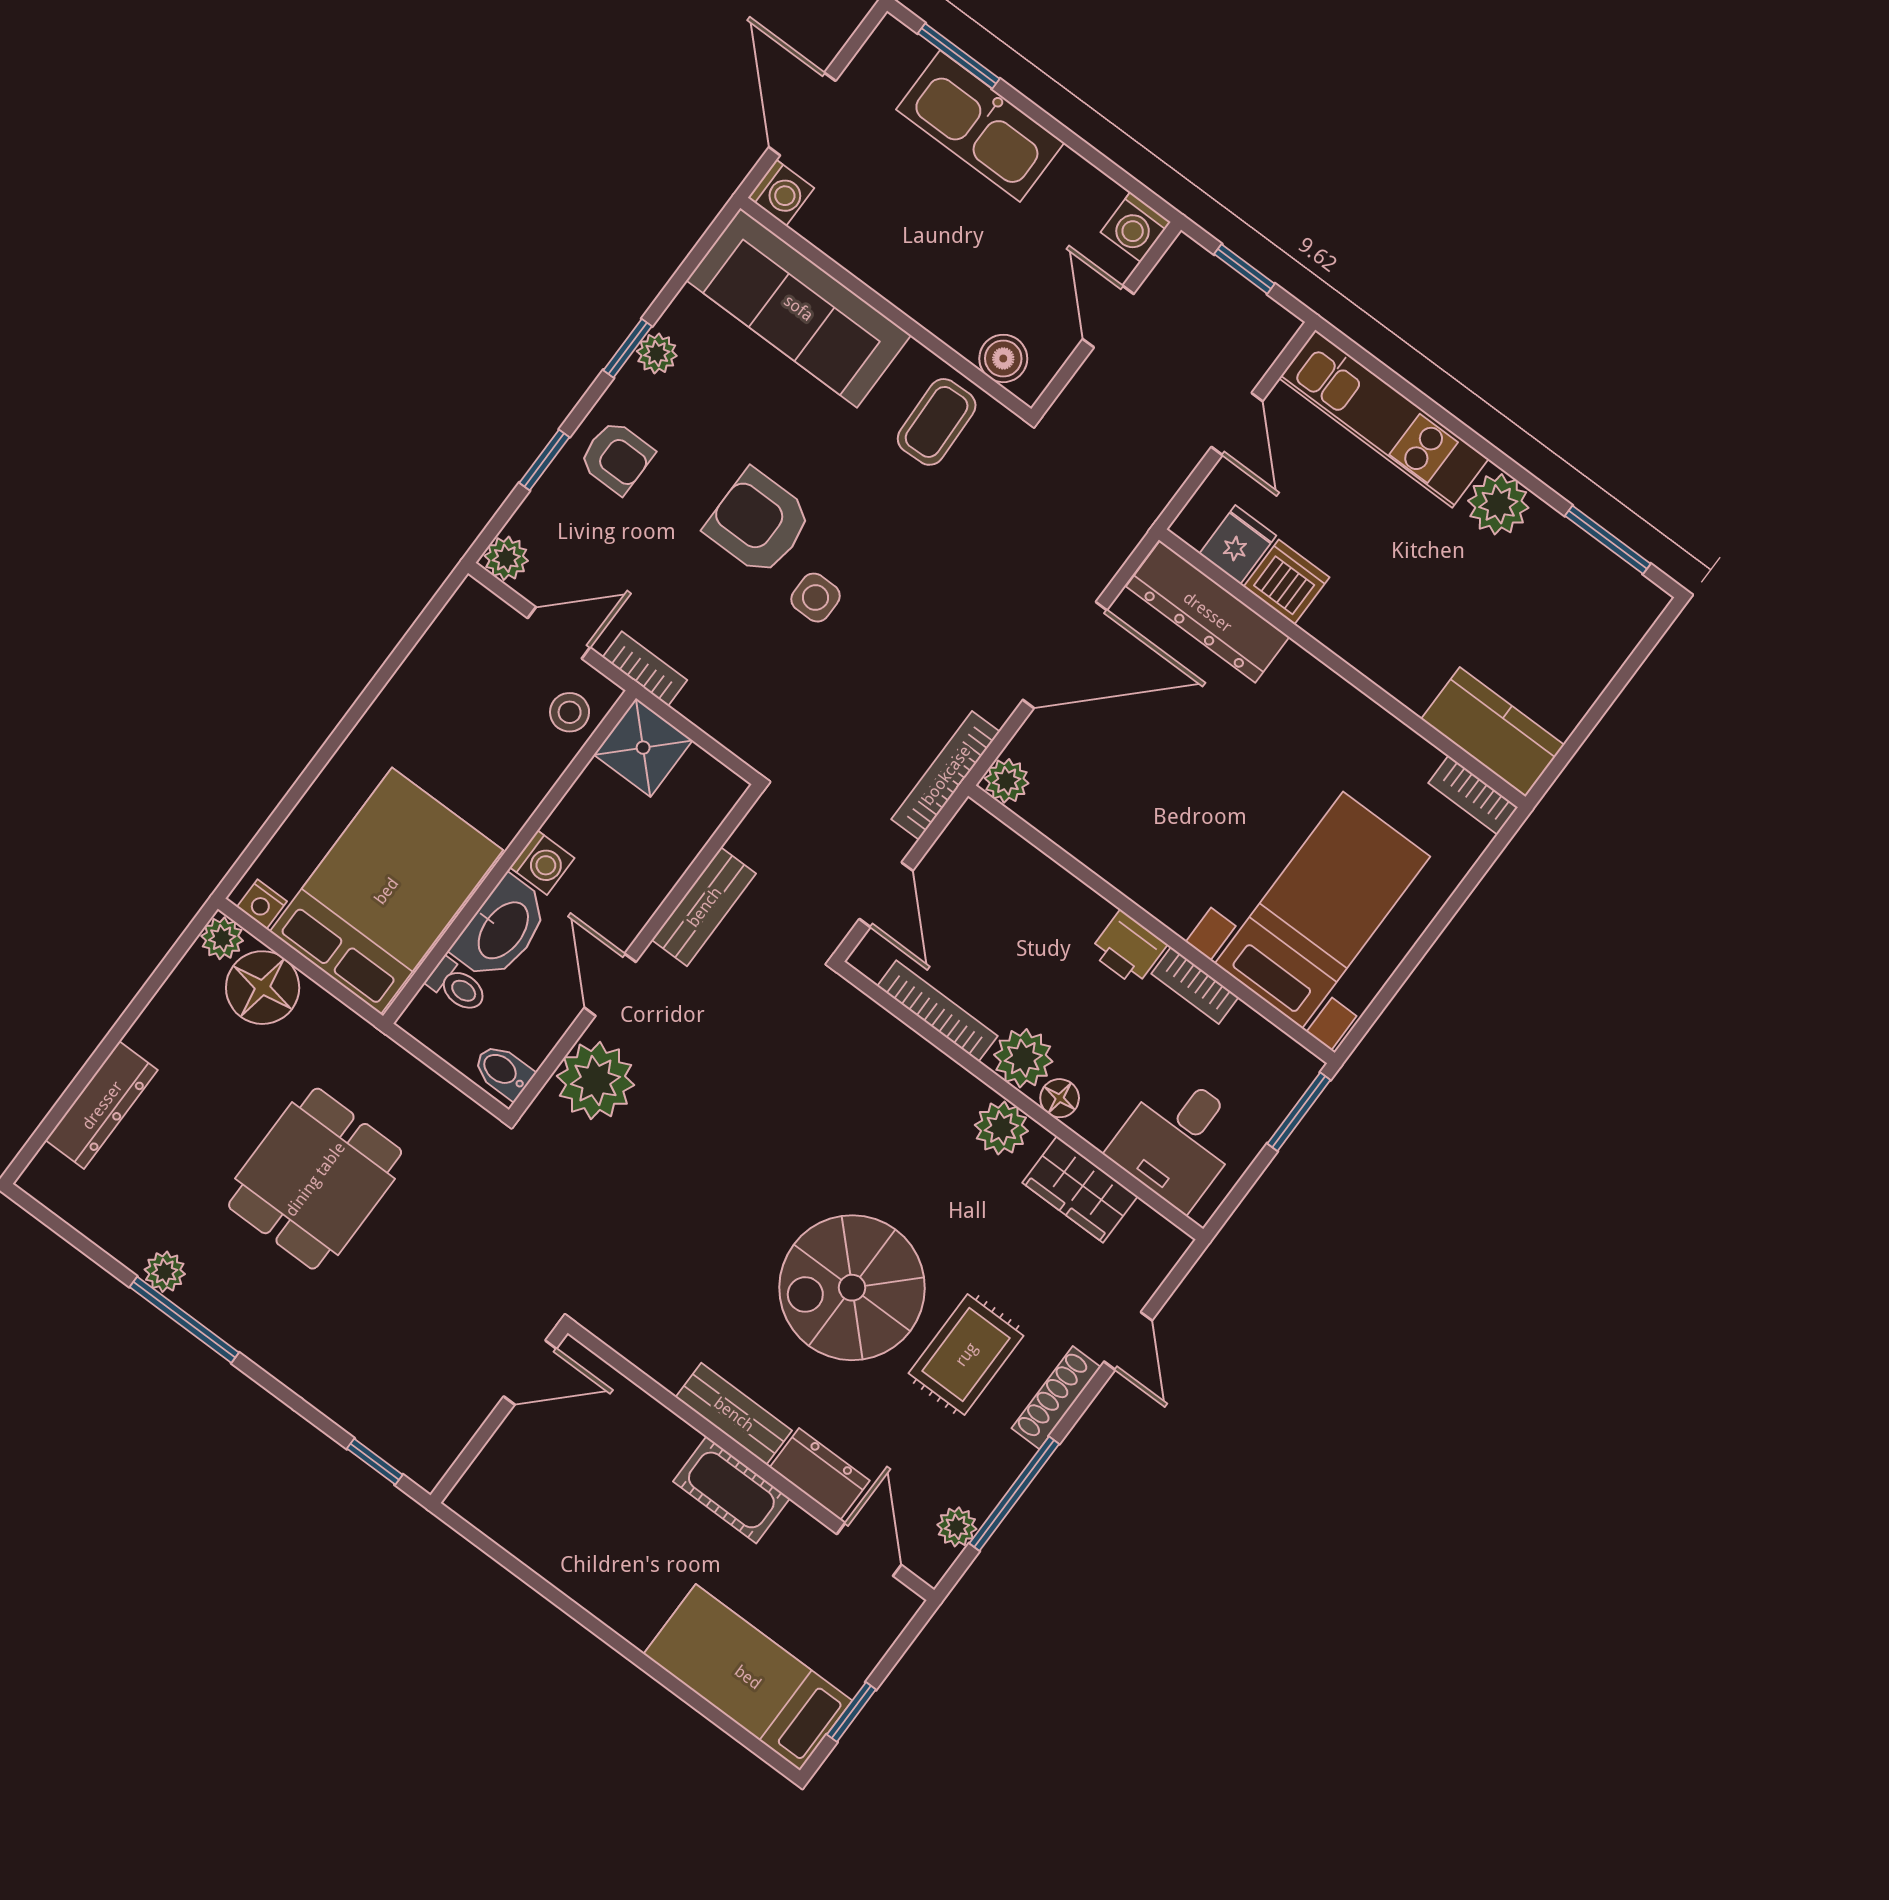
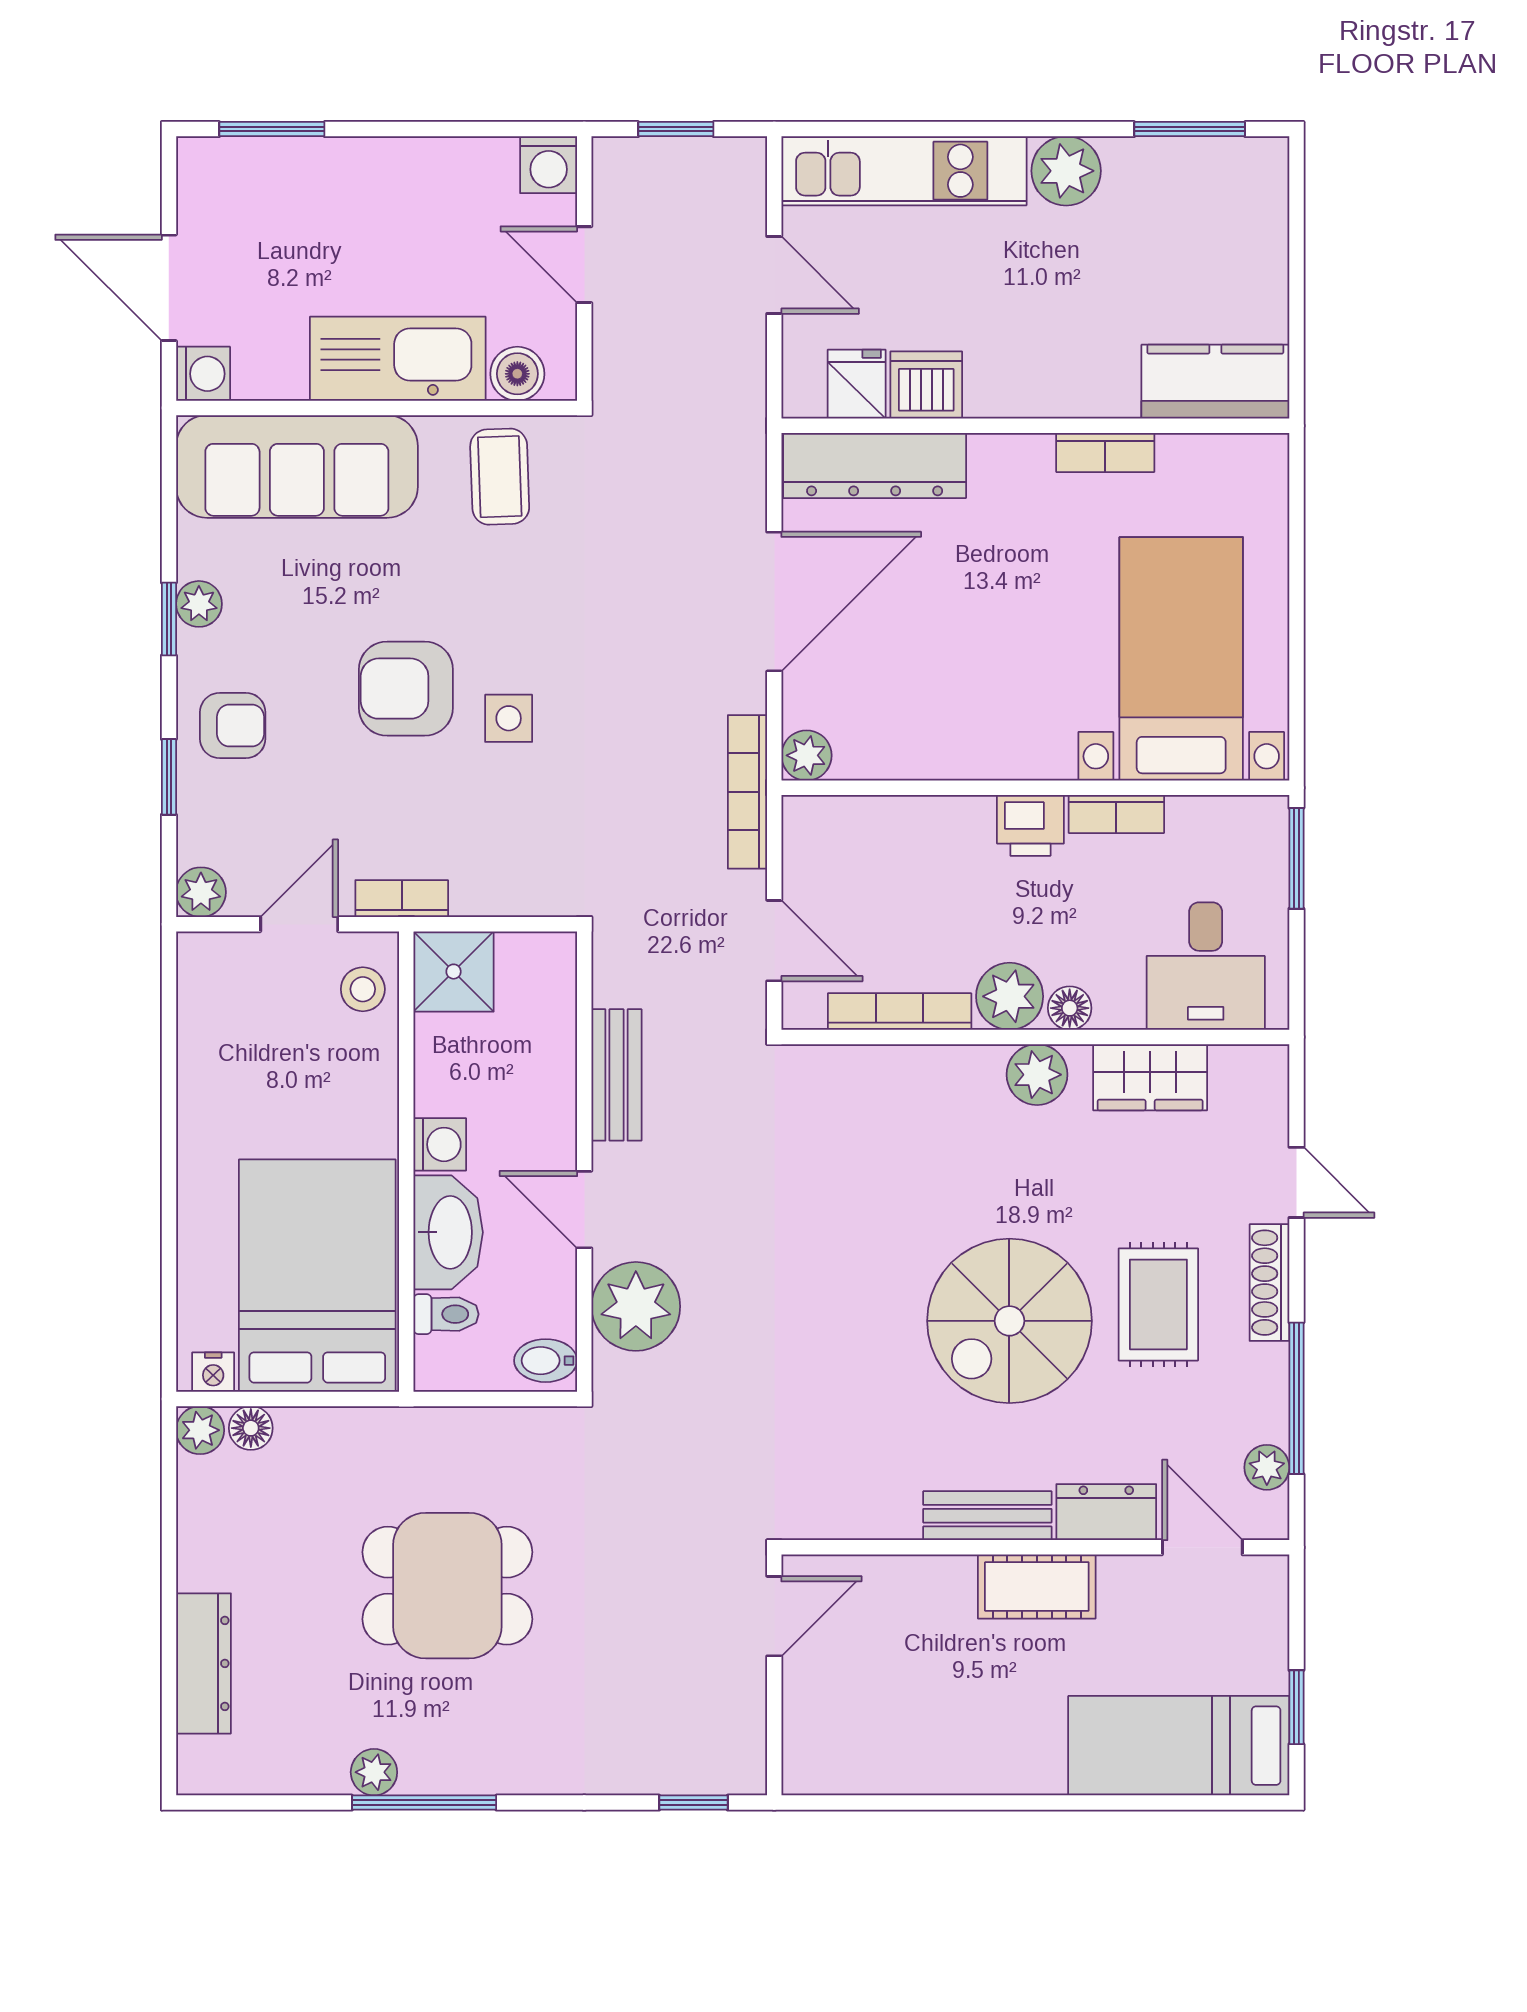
kitchen sink: (980, 126) -> (398, 359), moved, turned 180
bookcase: (1473, 795) -> (1105, 452), moved
floor lamp: (263, 988) -> (251, 1428), width x0.53, depth x0.53
dining table: (315, 1179) -> (447, 1586), turned 90

